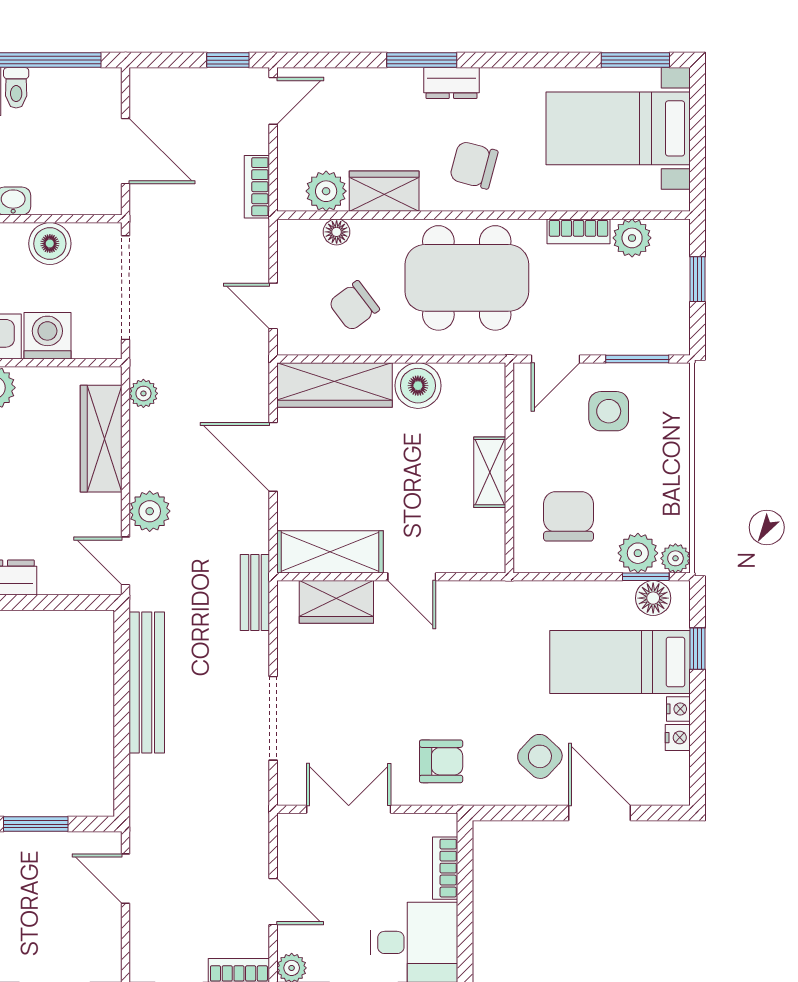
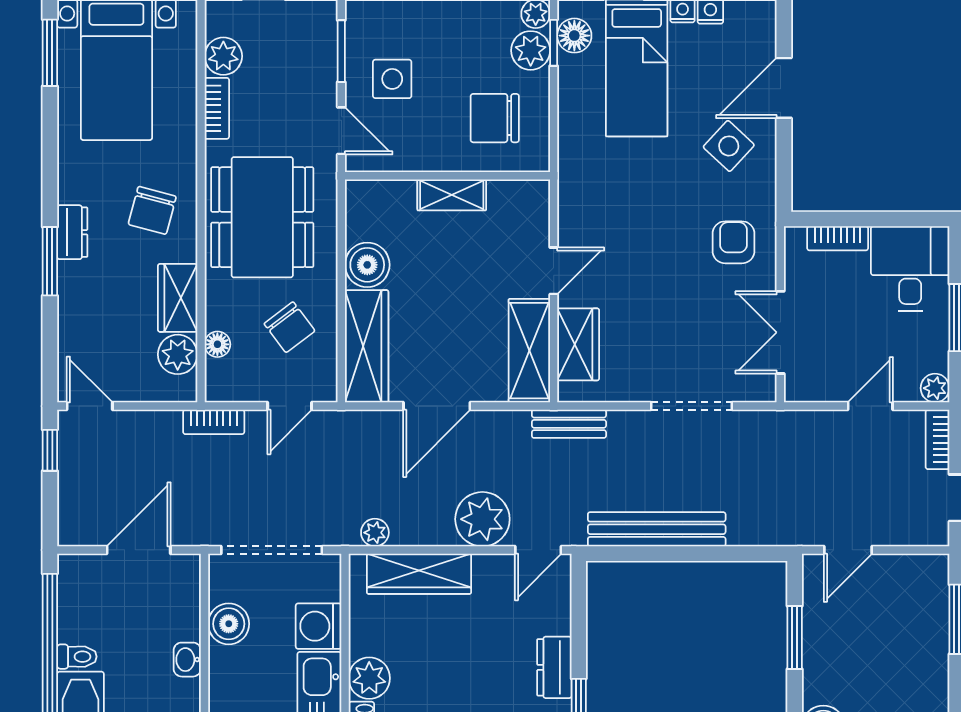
bookcase: (257, 187) -> (214, 422), moved
plant: (150, 511) -> (482, 519), width x1.36, depth x1.36

